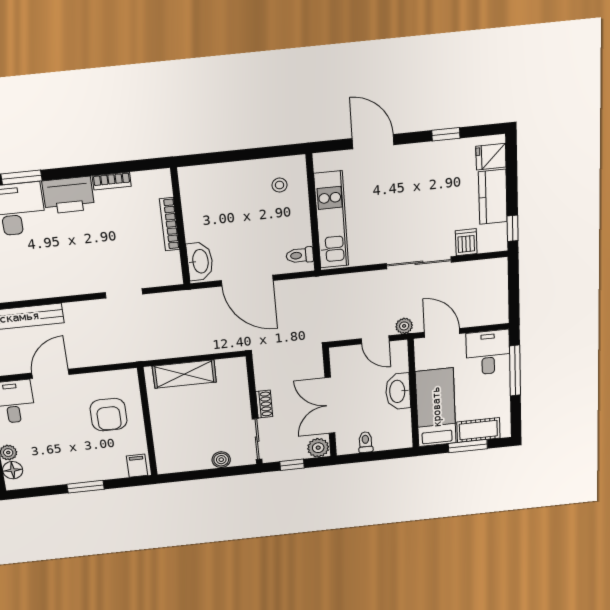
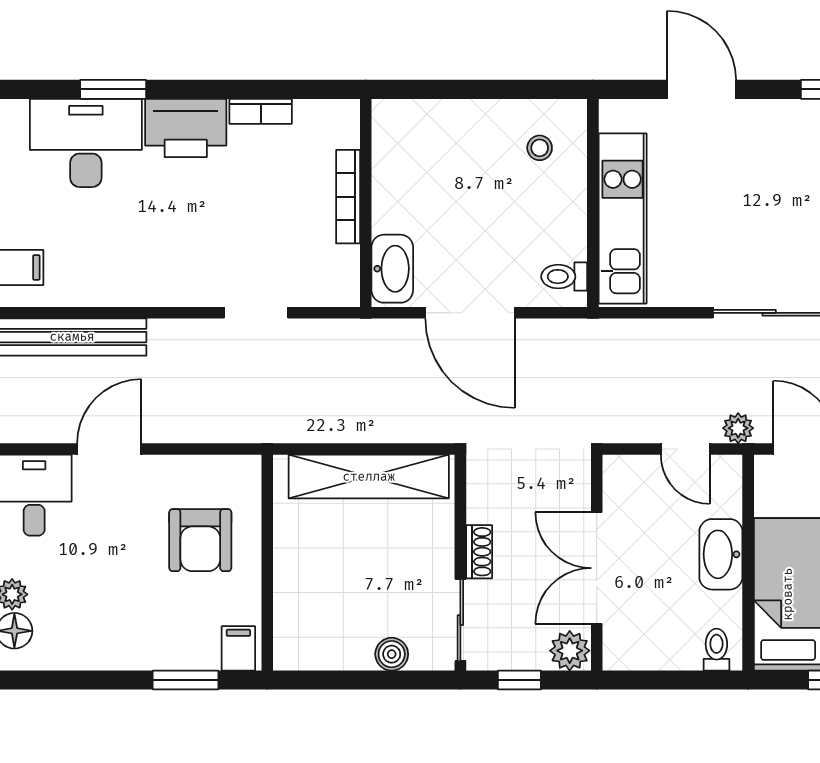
shelving: (184, 374) -> (369, 477), width x1.47
toilet: (366, 442) -> (716, 650), moved
window: (86, 487) -> (185, 680), moved

